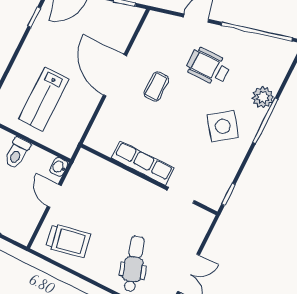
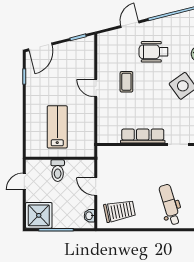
door: (115, 75) -> (96, 88), width x0.53
lab bench: (44, 99) -> (57, 127), turned 180
washbasin: (59, 167) -> (89, 216), moved

